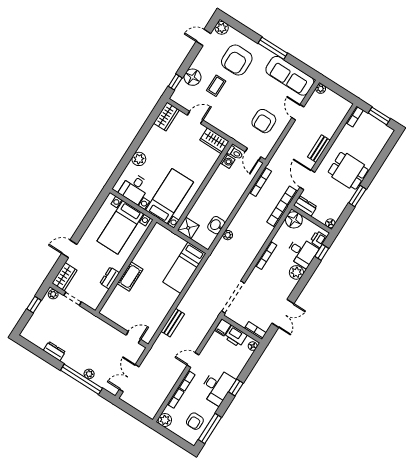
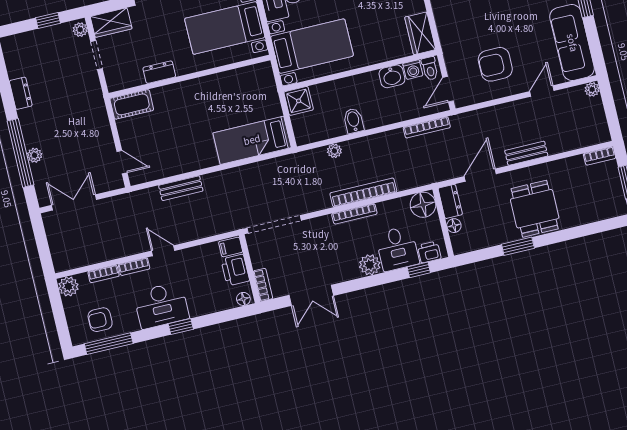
bookcase: (282, 207) -> (363, 192), moved
bidet: (223, 212) -> (354, 121), added
floor lamp: (330, 223) -> (454, 226), moved
washbasin: (216, 225) -> (392, 76), moved, turned 180
cot: (130, 276) -> (132, 104), moved

